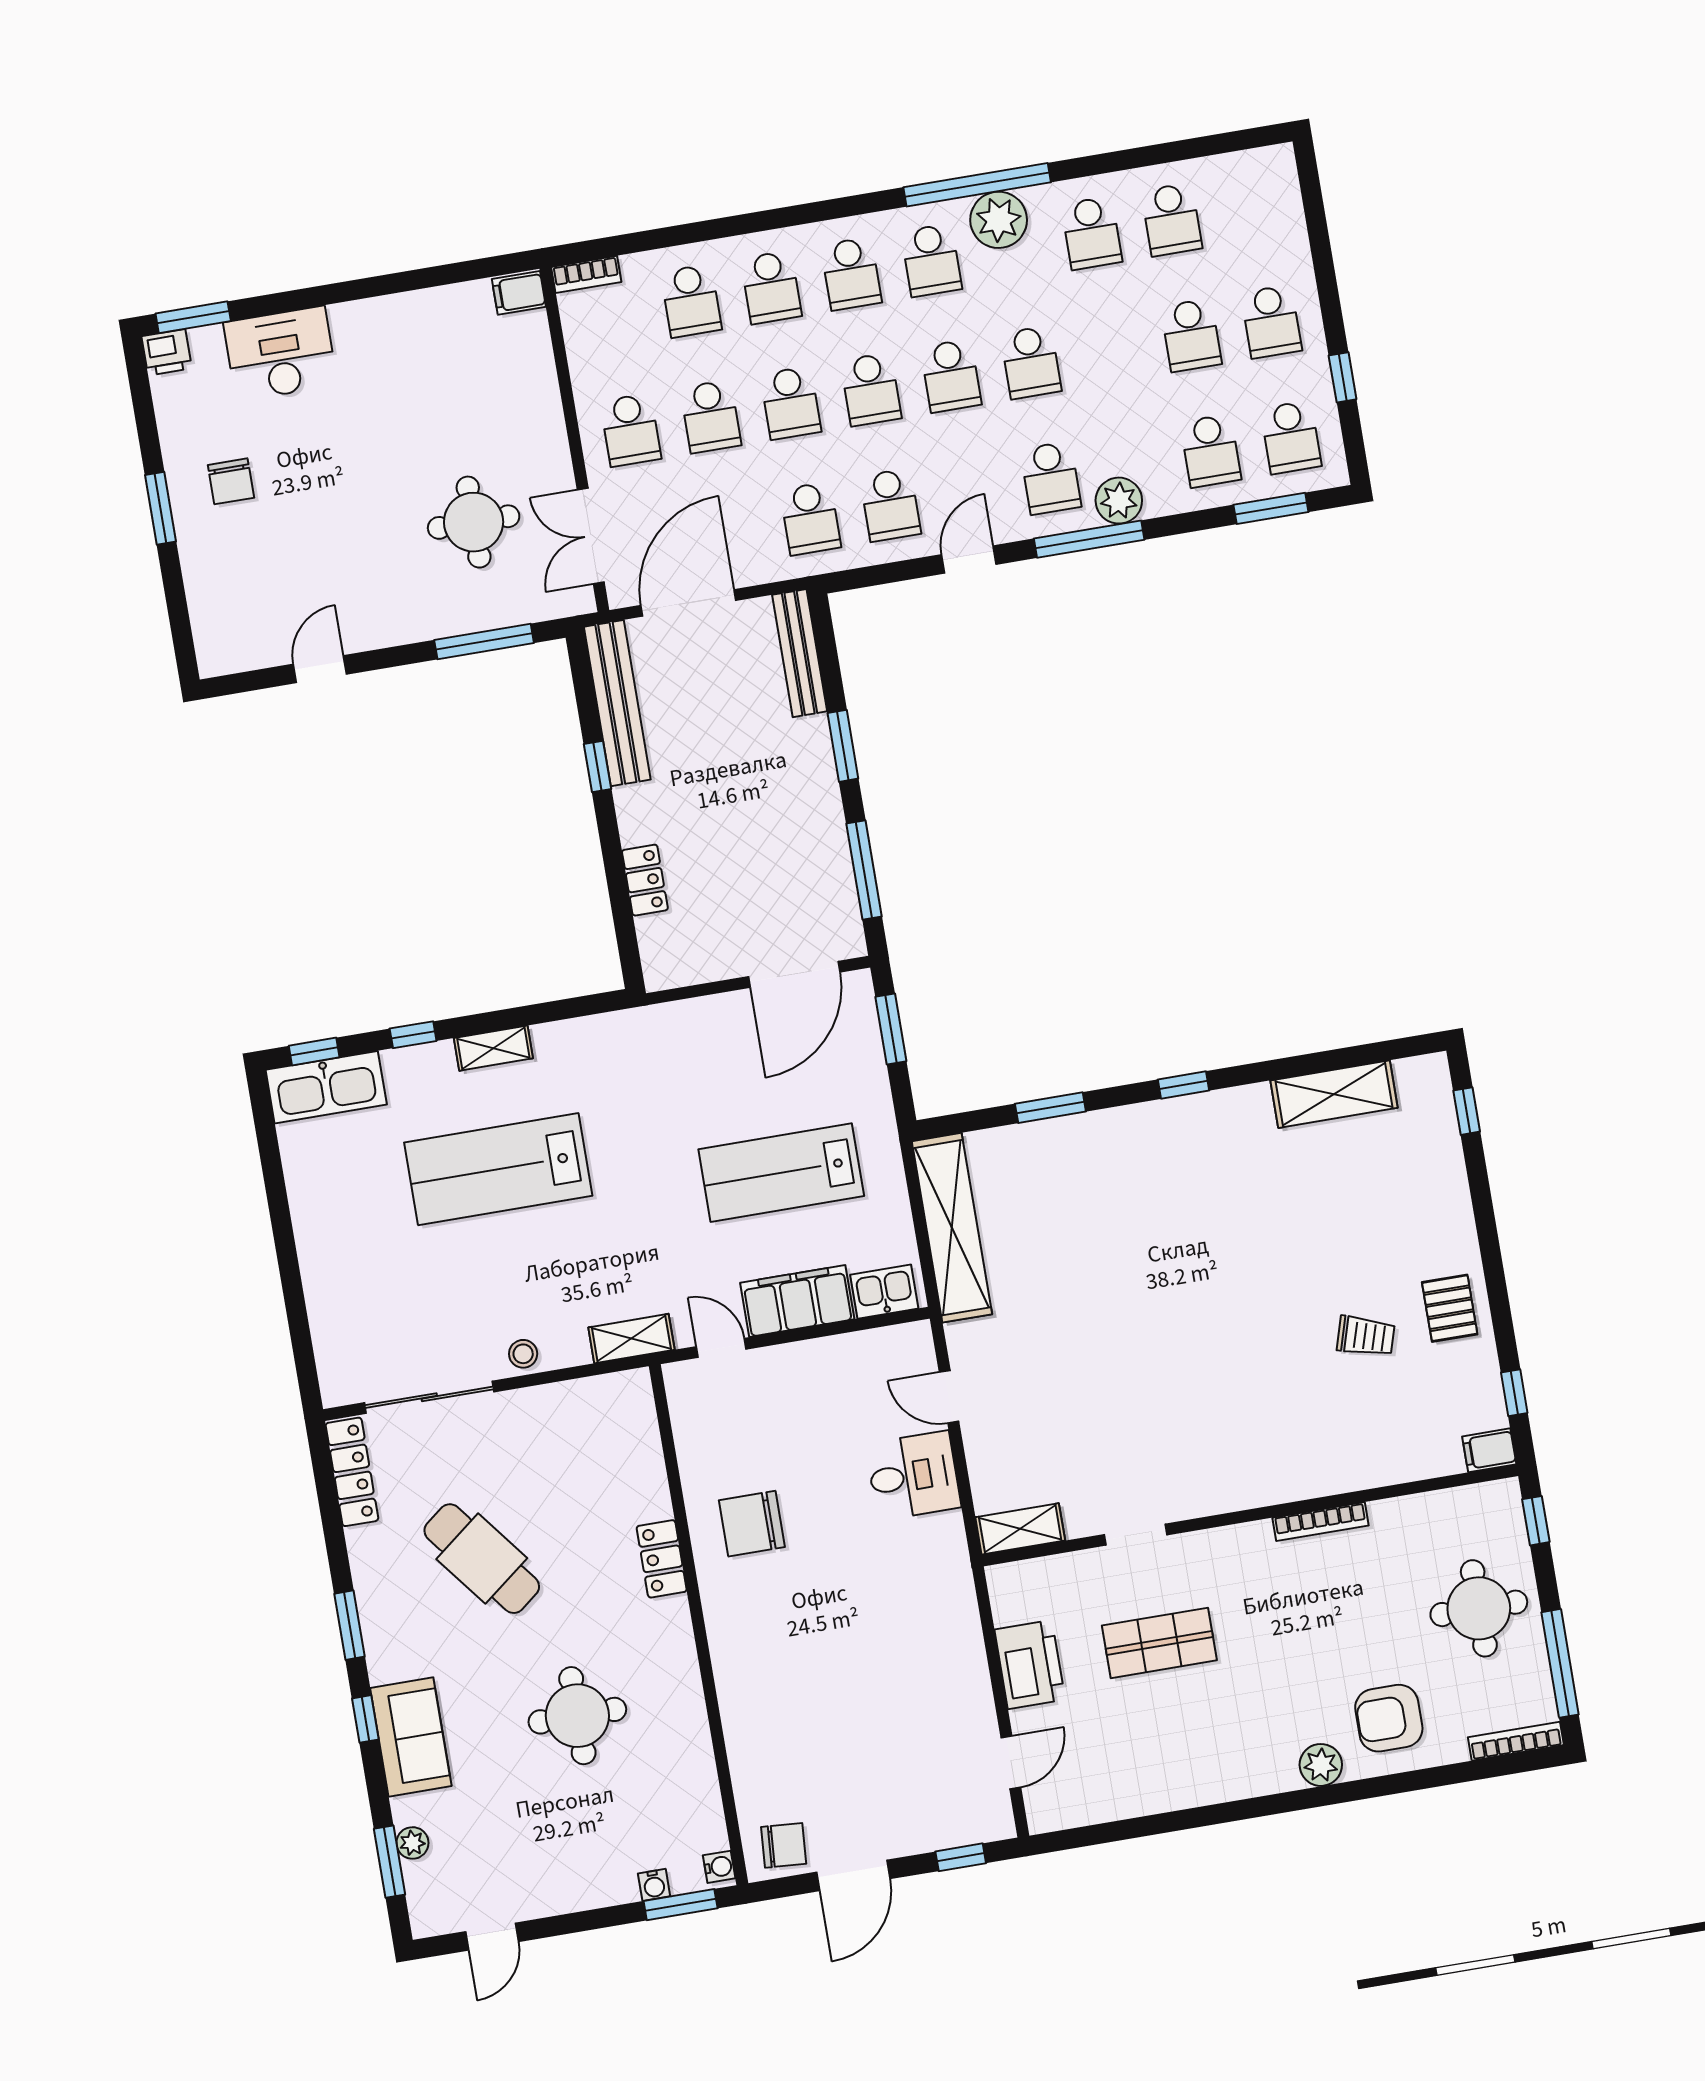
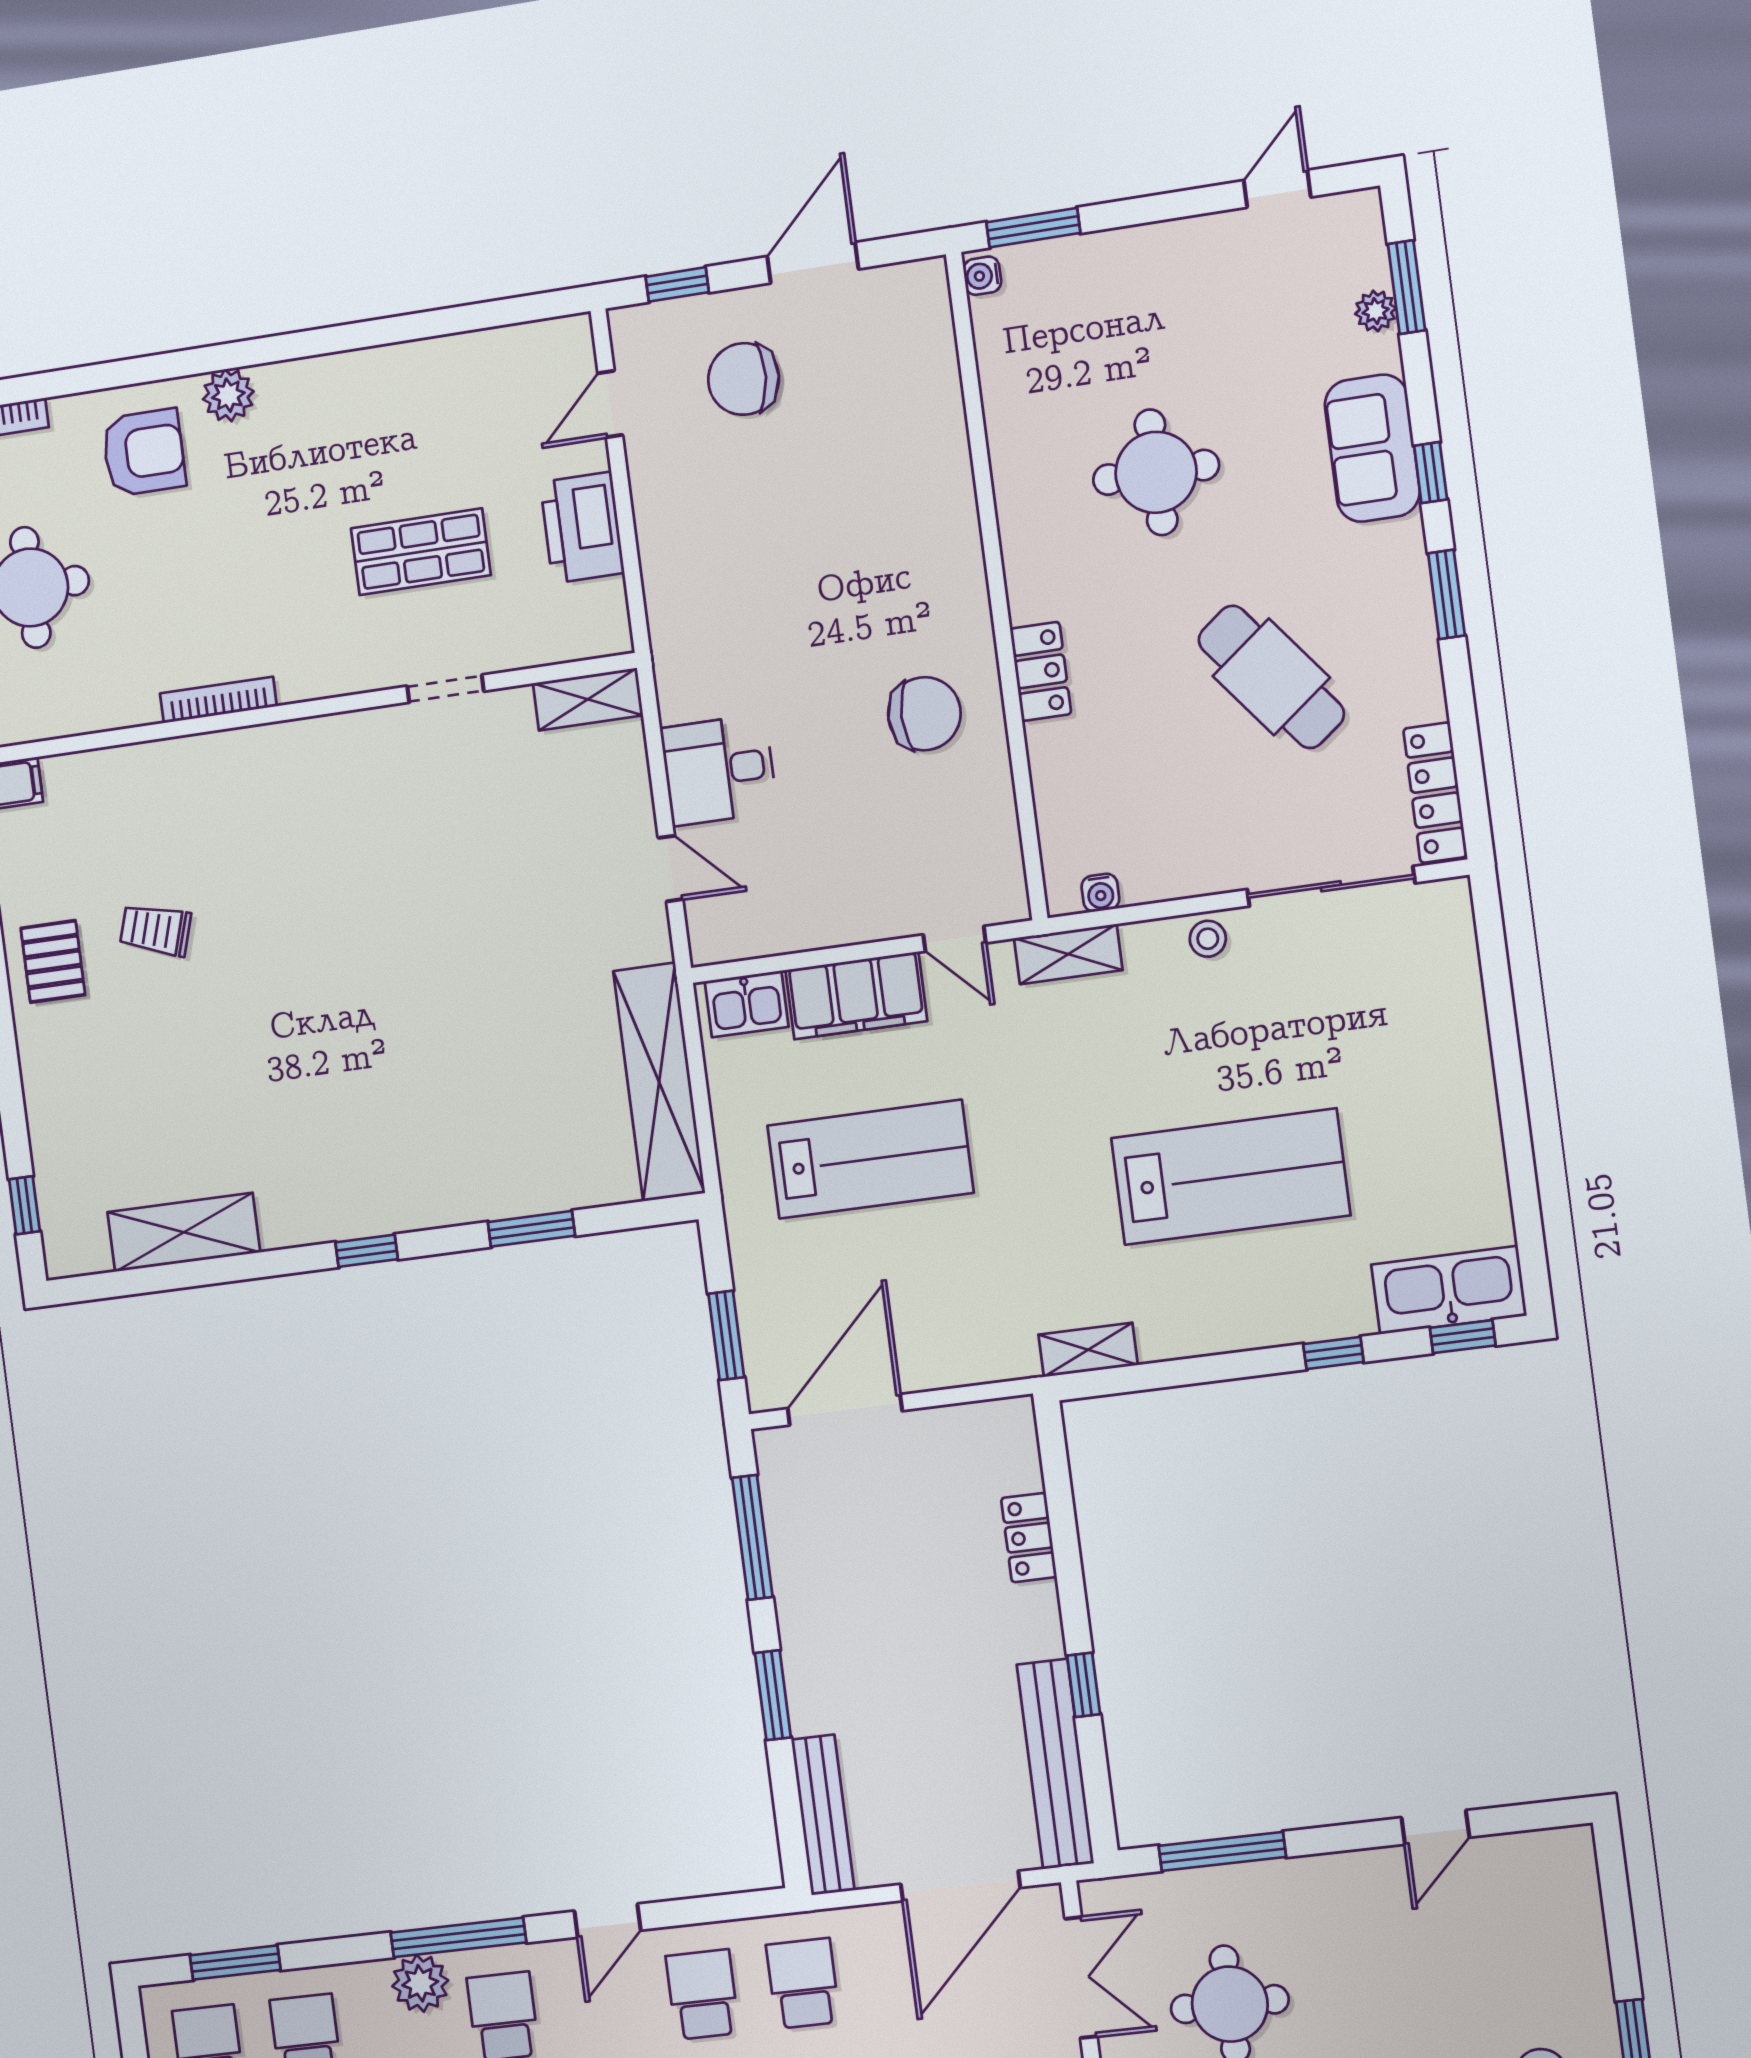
shelving: (493, 1048) -> (1088, 1350), moved
chair: (784, 1845) -> (744, 379), moved, width x1.37, depth x1.37
water cooler: (654, 1885) -> (1100, 893), moved, turned 180

